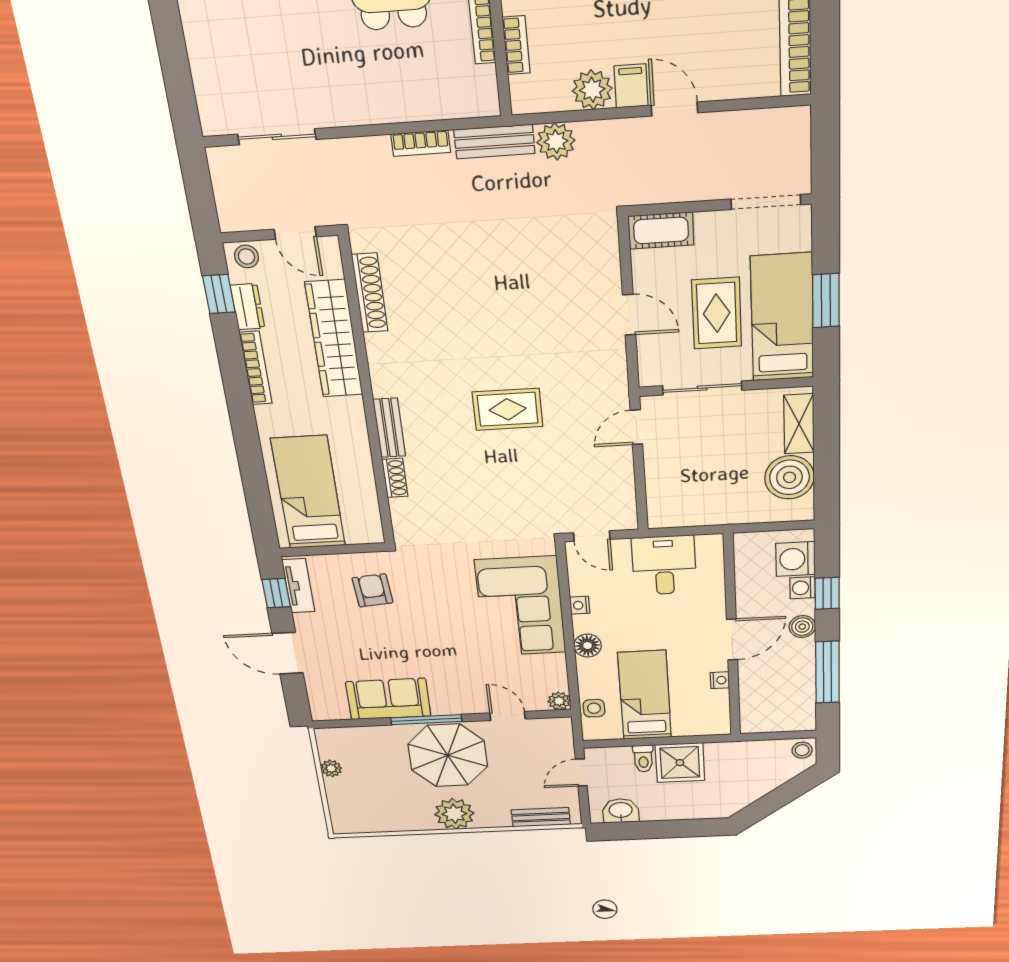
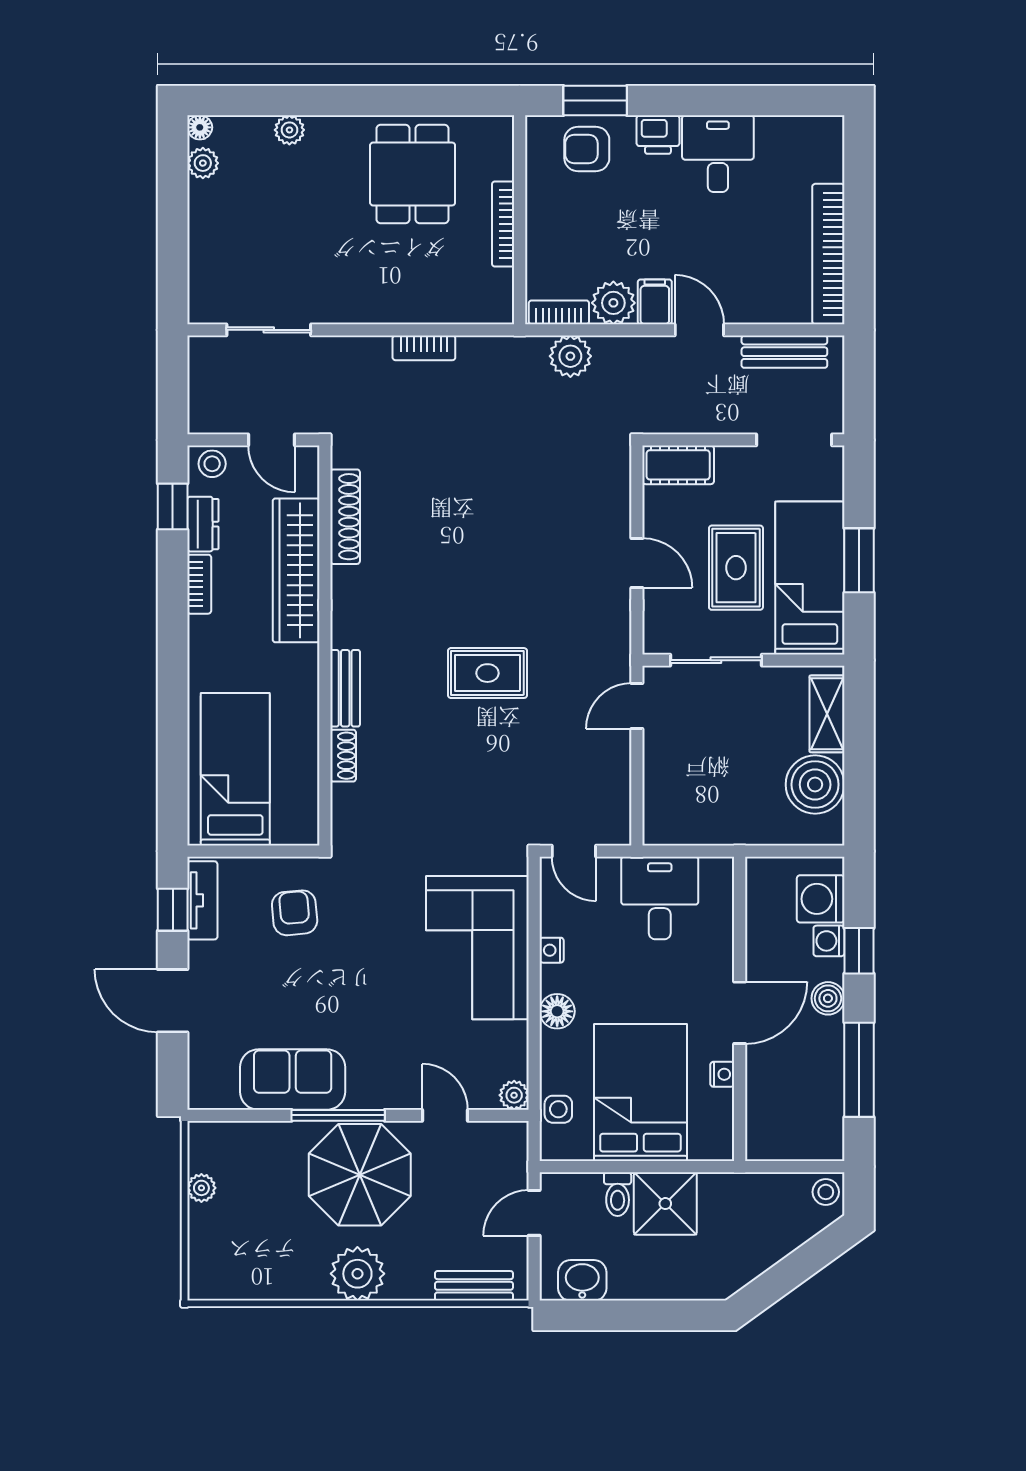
bookcase: (516, 45) -> (559, 312), moved, turned -90
bench: (494, 142) -> (784, 352), moved
bookcase: (256, 368) -> (199, 584), width x0.64
bed: (645, 695) -> (640, 1092), width x1.50

